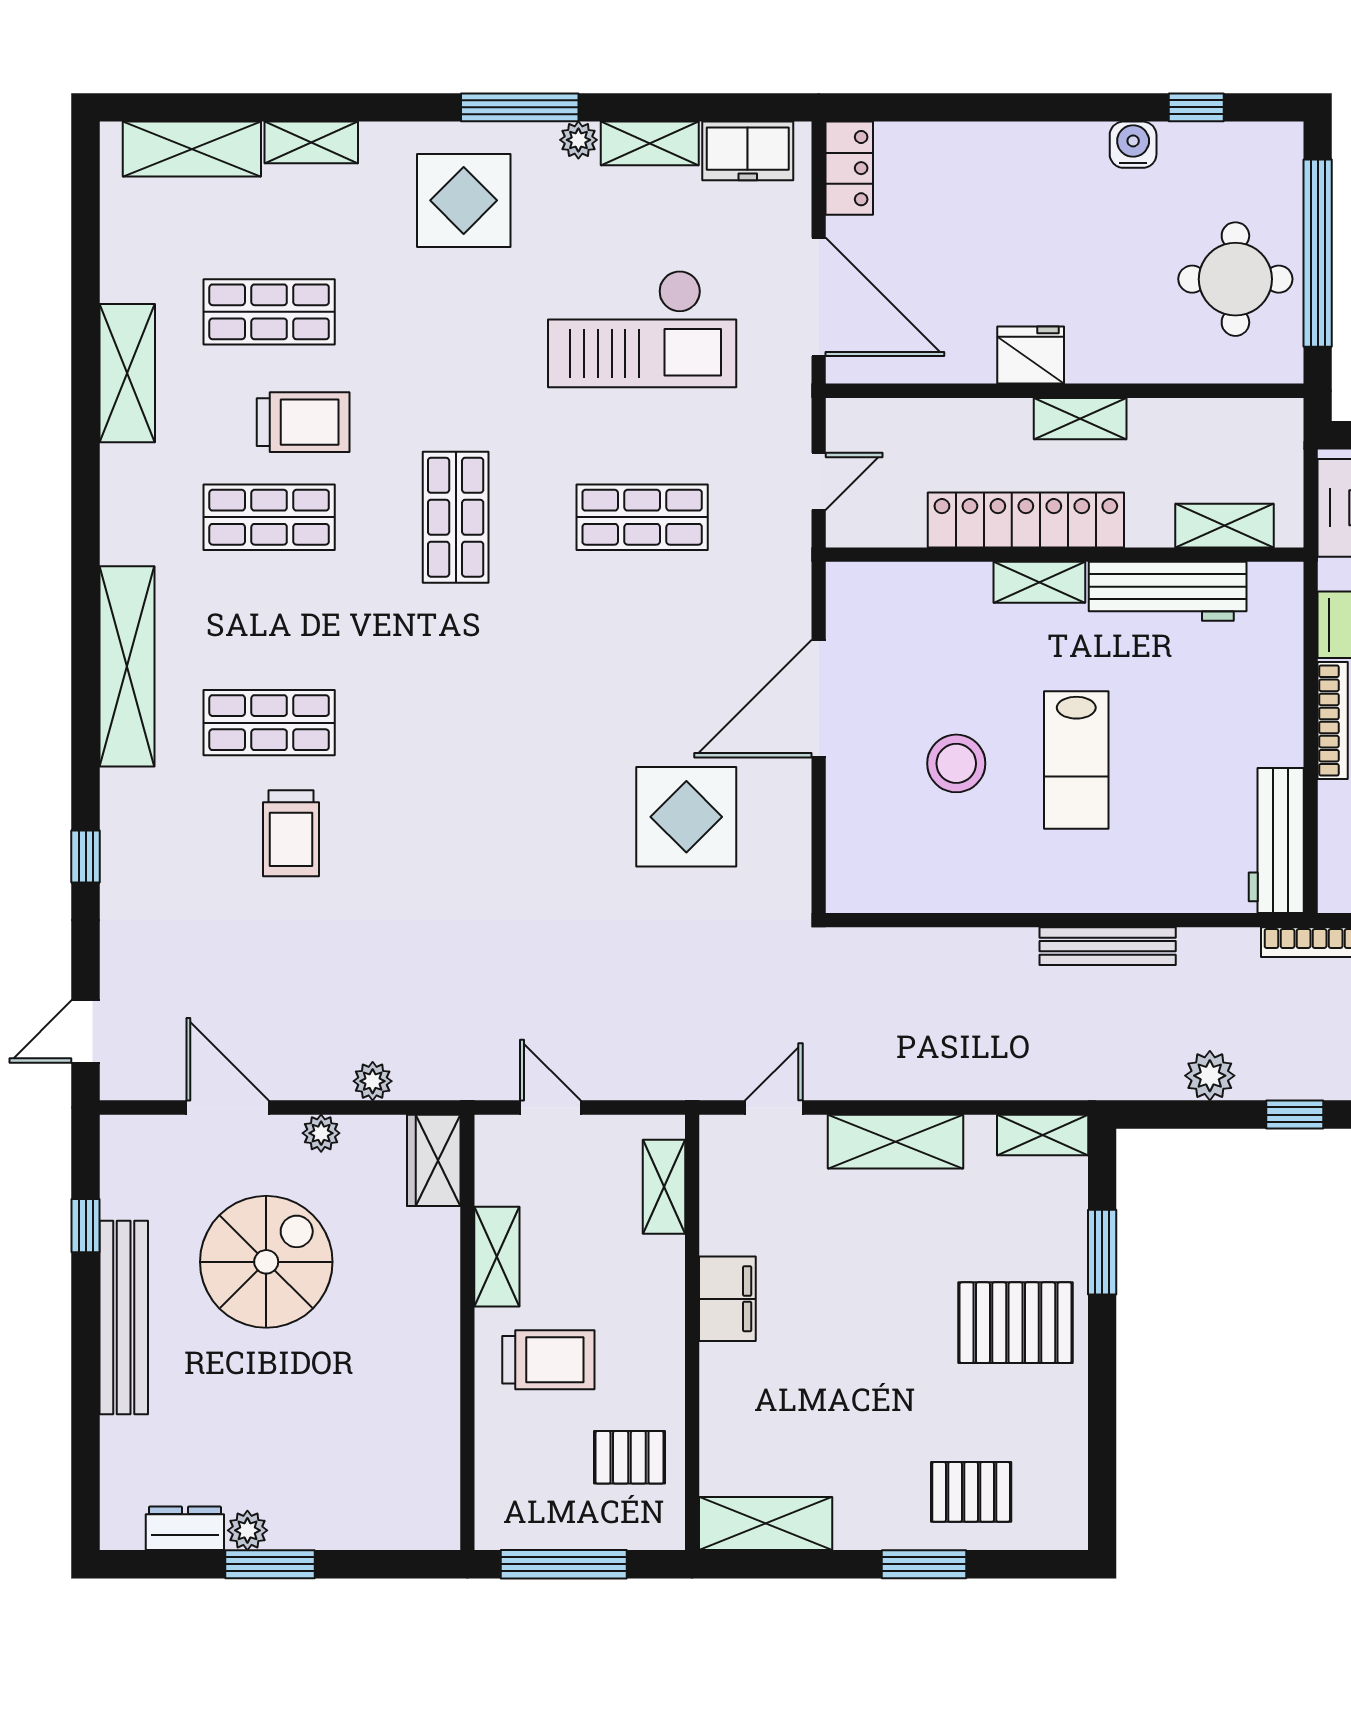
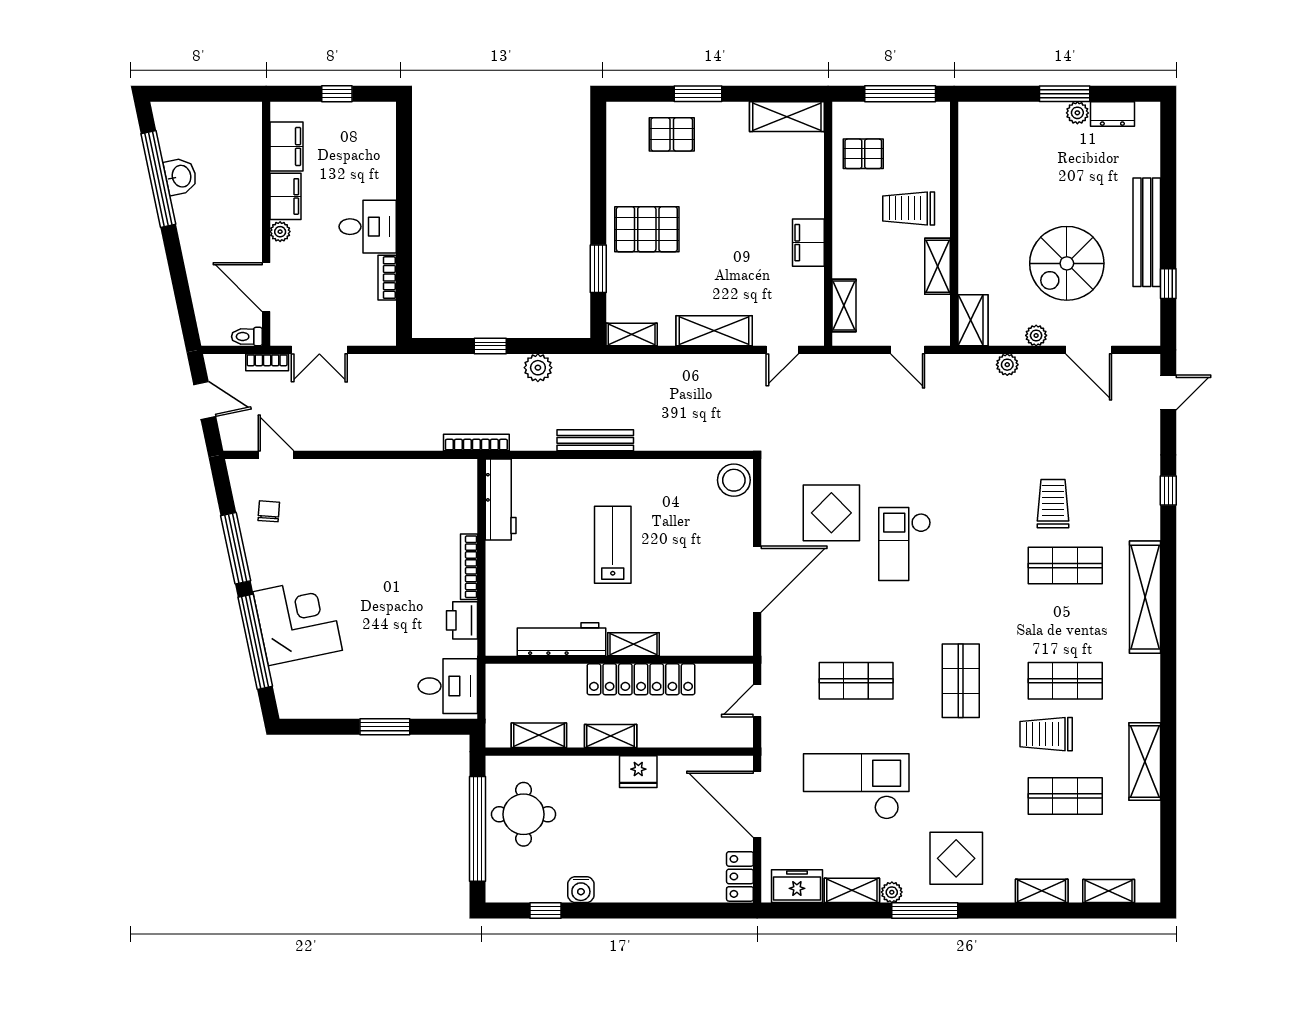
shelving: (192, 149) -> (1109, 891), width x0.67, depth x0.75
shelving: (1224, 526) -> (539, 735), moved
checkout: (556, 761) -> (905, 544), added
stool: (956, 763) -> (734, 480), moved

